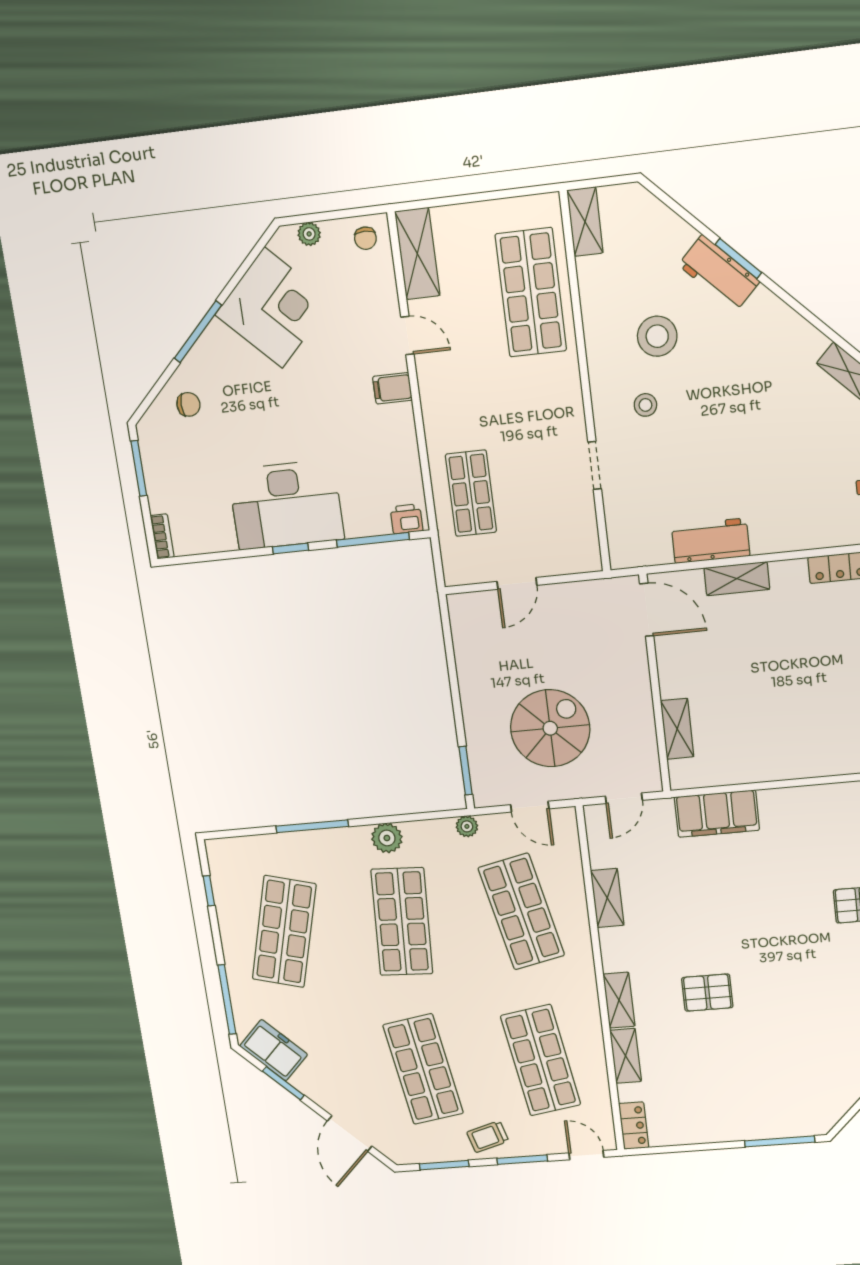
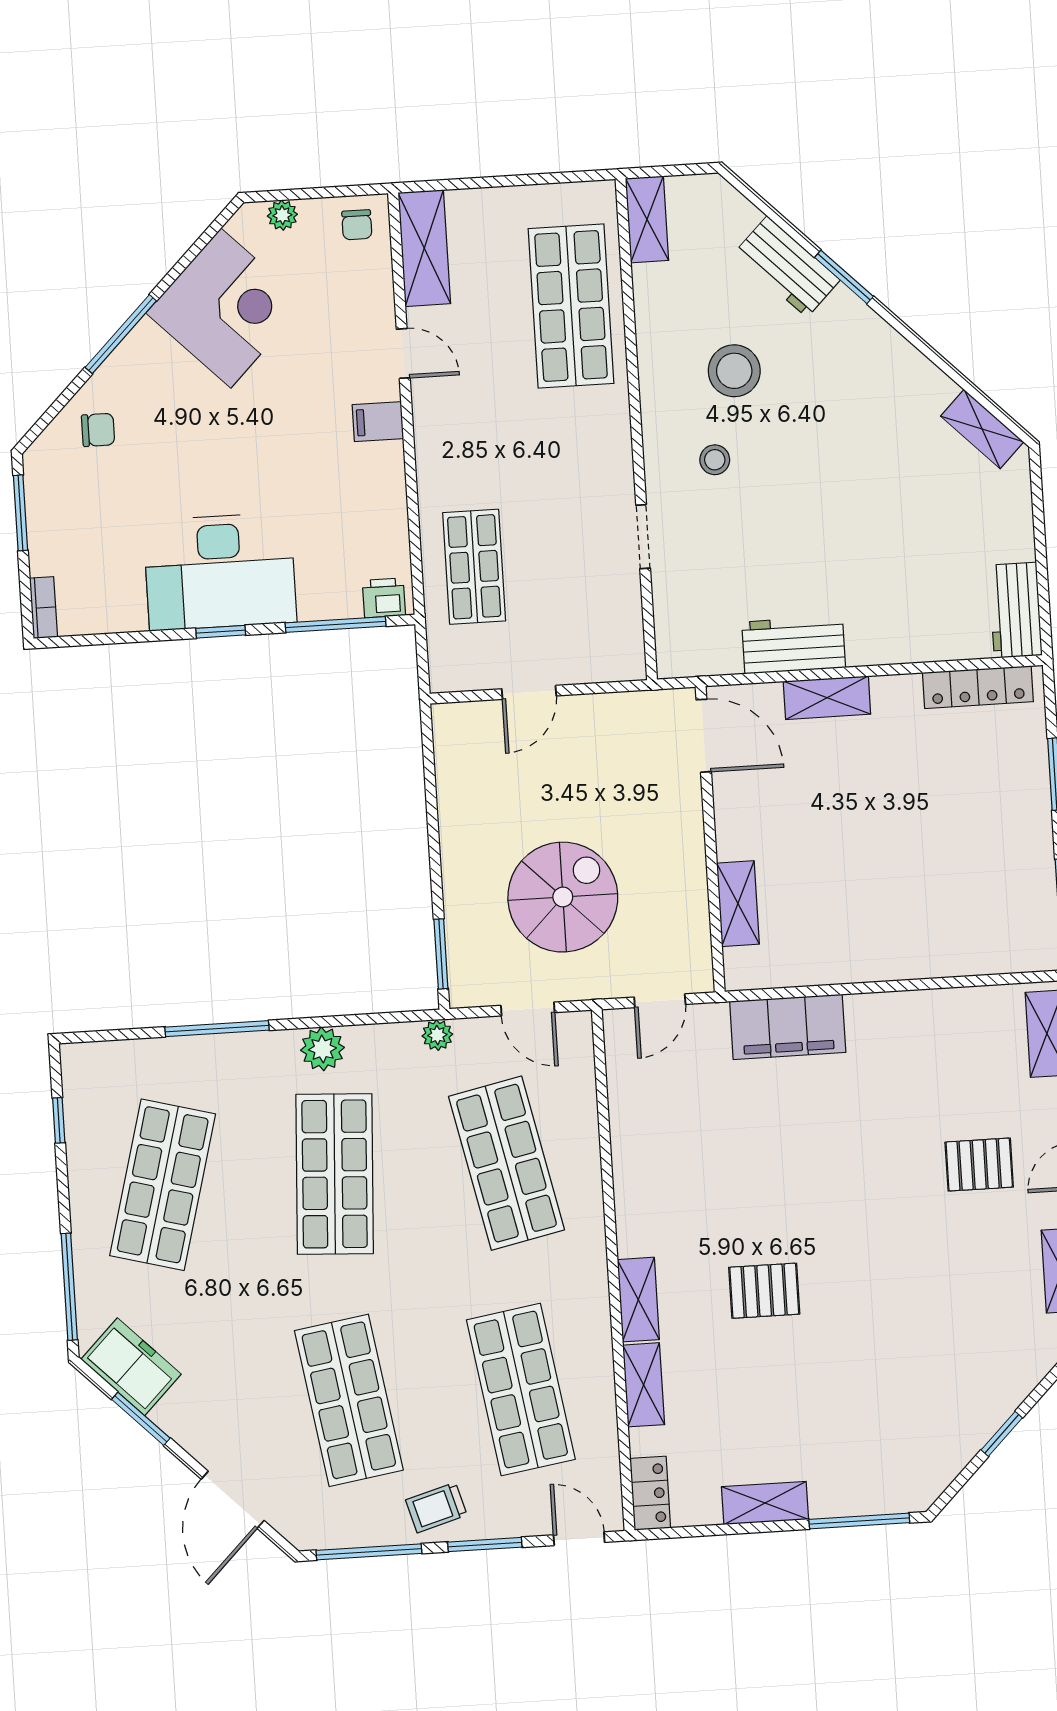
workbench: (719, 273) -> (787, 267), moved
shelving: (607, 898) -> (765, 1503), moved, turned 90
window: (444, 1165) -> (369, 1552), width x1.44

